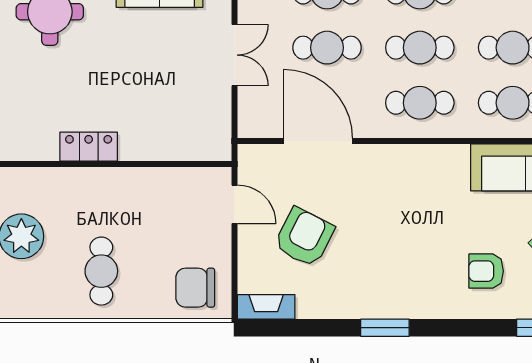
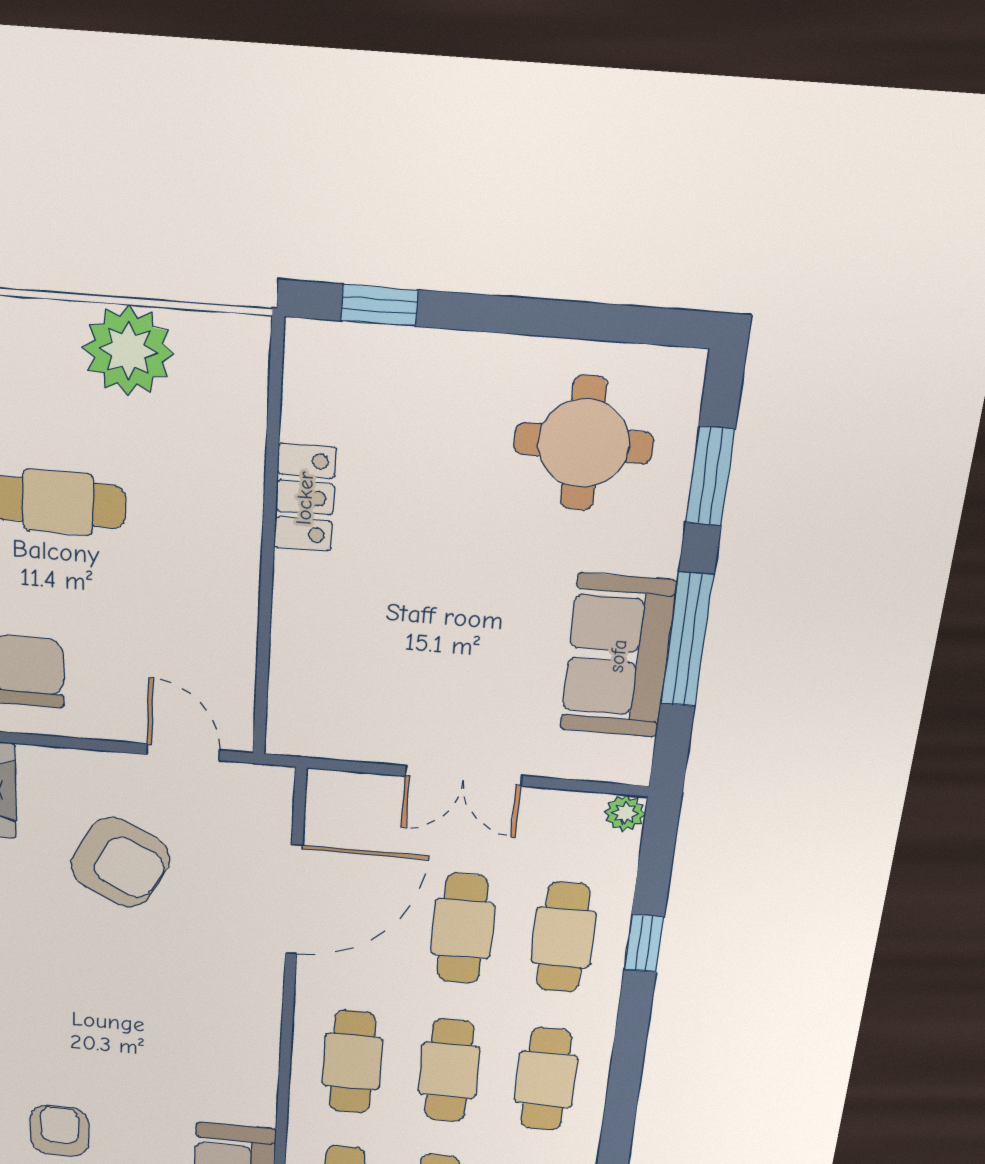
door: (235, 204) -> (183, 752), swing flipped

